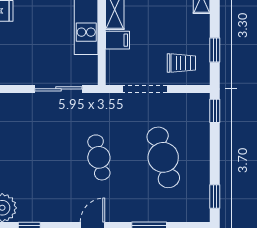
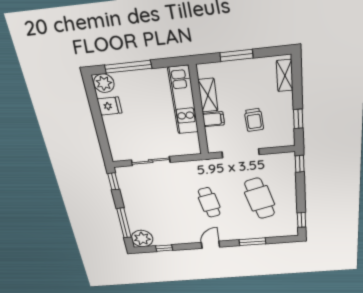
trolley: (181, 63) -> (254, 120), moved, turned 86
sliding door: (58, 89) -> (151, 161), moved

